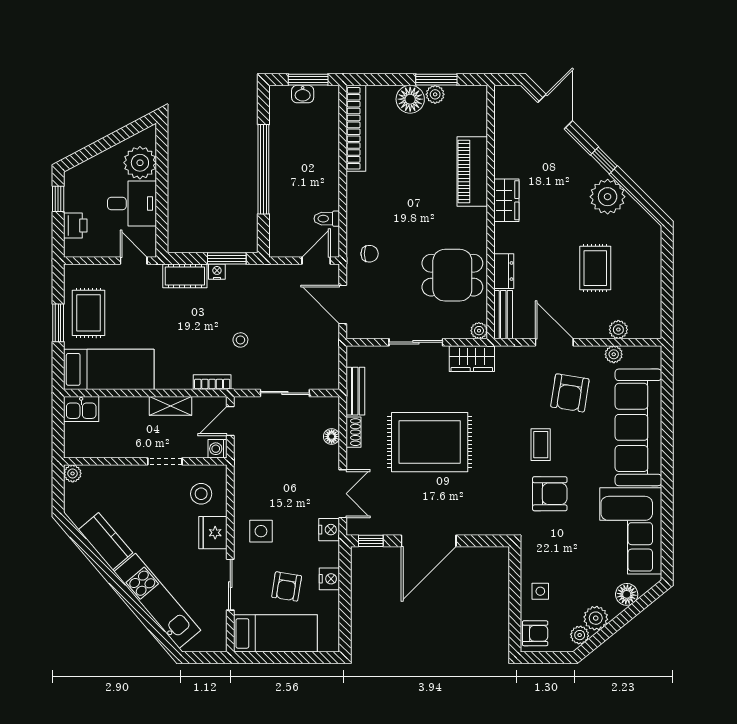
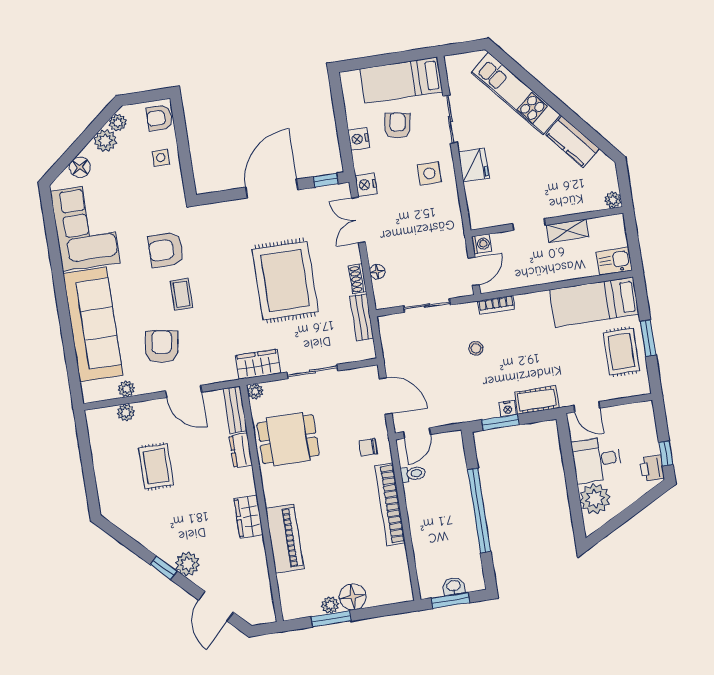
bookcase: (356, 128) -> (390, 504), moved
plant: (608, 197) -> (188, 564), moved, width x0.73, depth x0.73
printer: (75, 225) -> (652, 468), moved
shelving: (171, 406) -> (567, 231), moved
rug: (430, 442) -> (285, 281), turned 90
stool: (201, 494) -> (490, 200), removed

